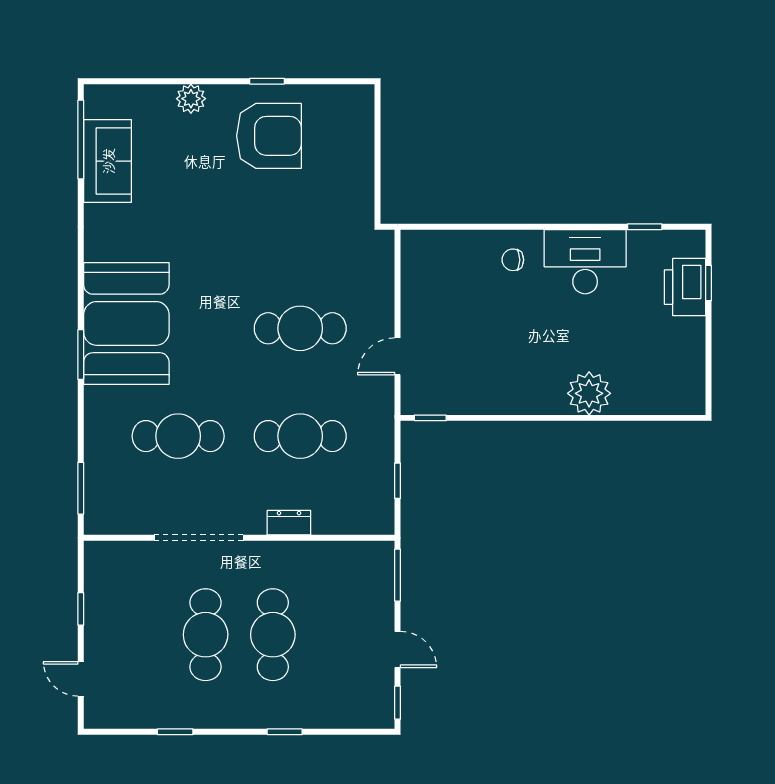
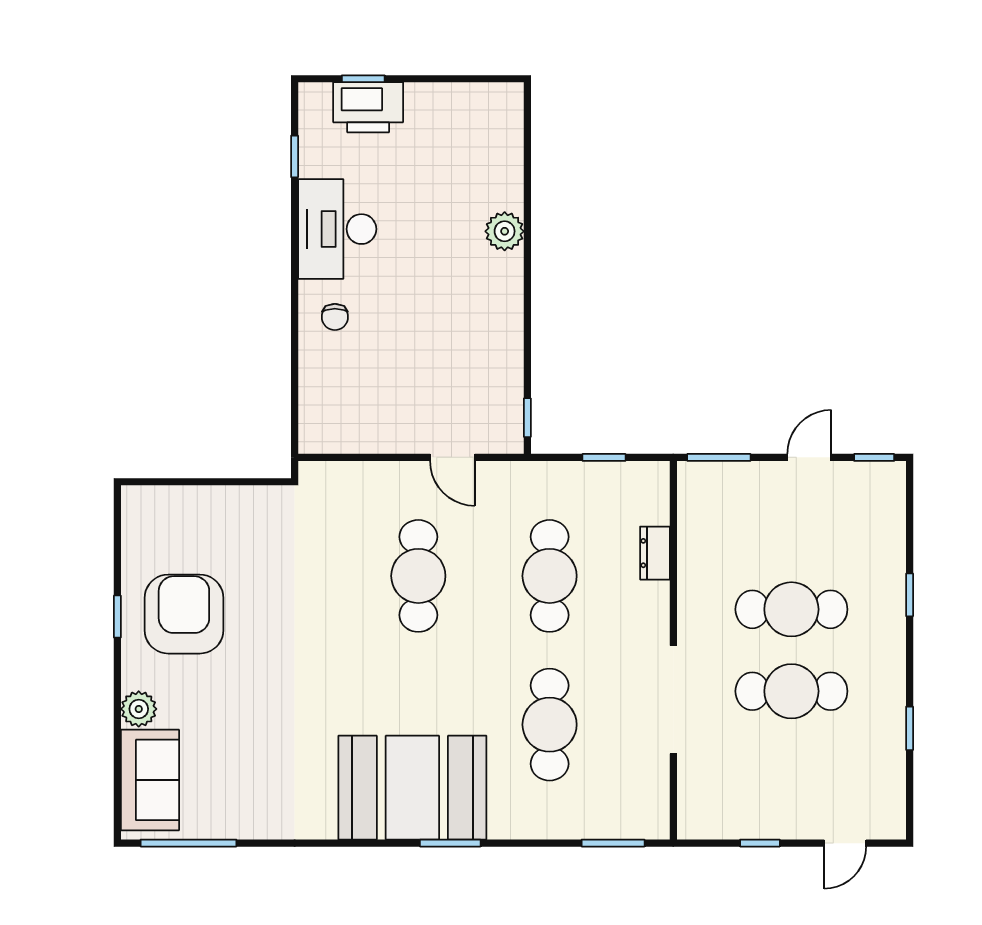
sofa: (108, 161) -> (150, 780), moved, turned 90
plant: (589, 393) -> (505, 231), width x0.73, depth x0.73
dresser: (289, 523) -> (655, 553), moved

